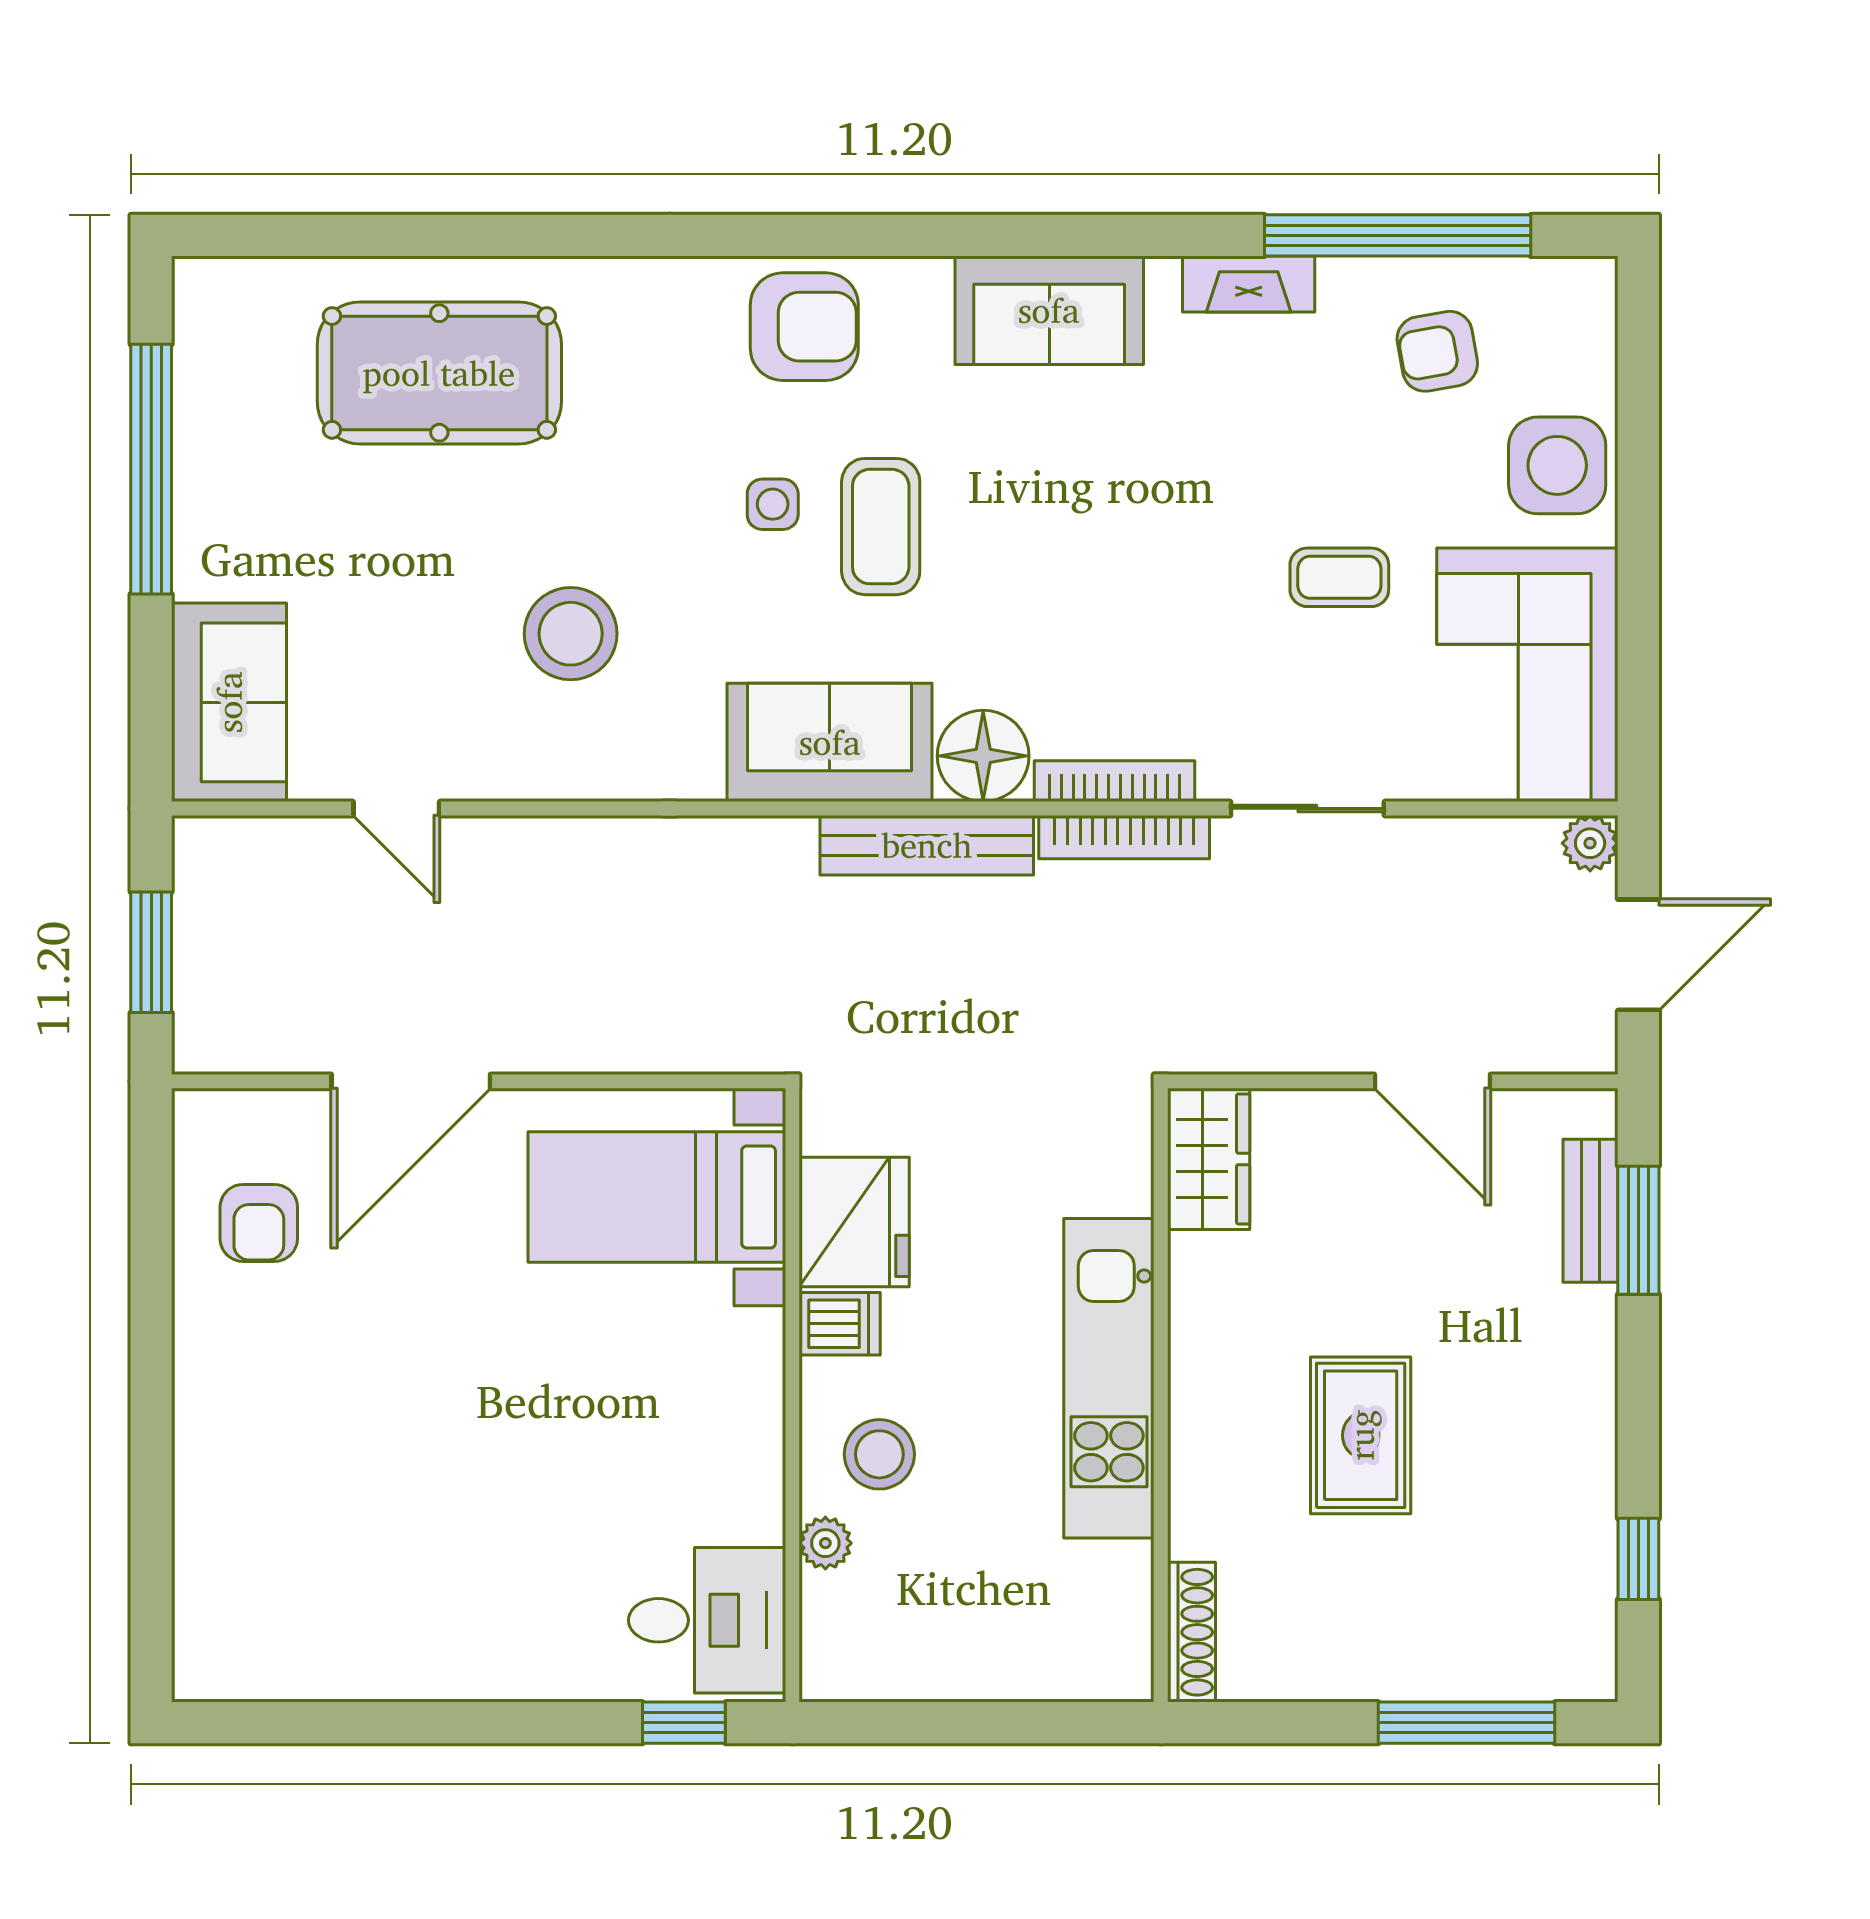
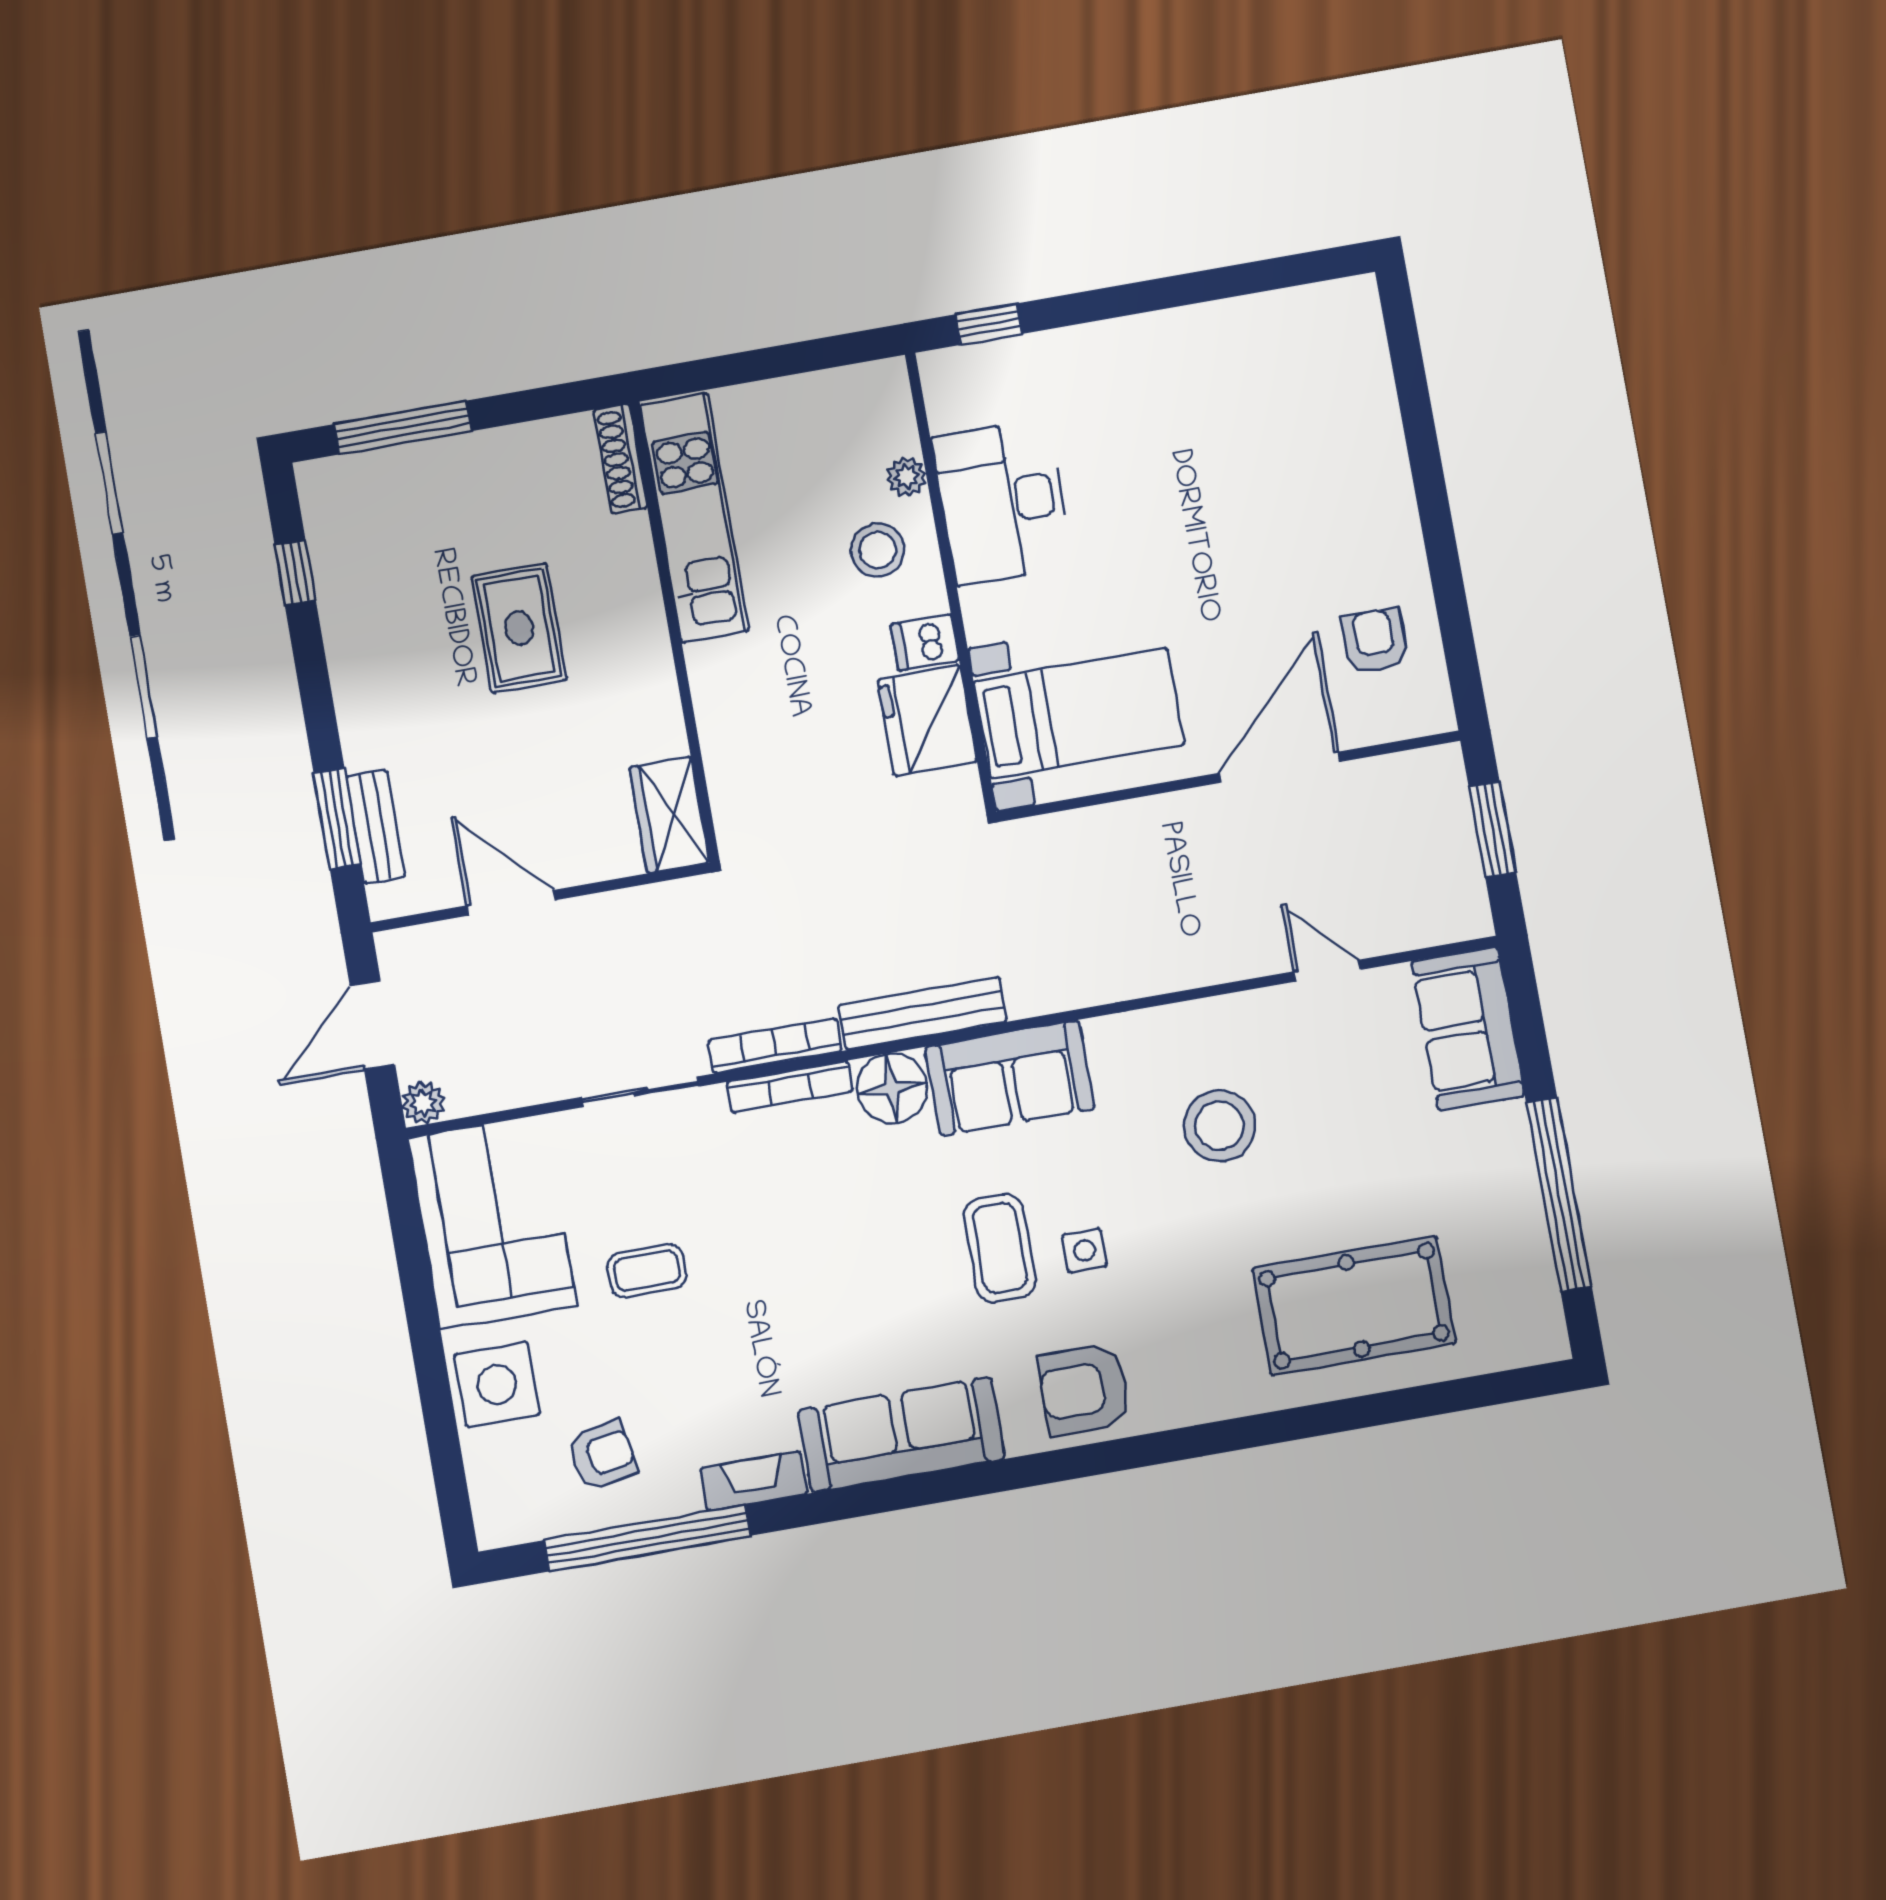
sofa: (1049, 310) -> (901, 1435), width x1.36
kitchen unit: (1109, 1378) -> (695, 518), moved
desk: (707, 1620) -> (1002, 502), moved, width x1.37

